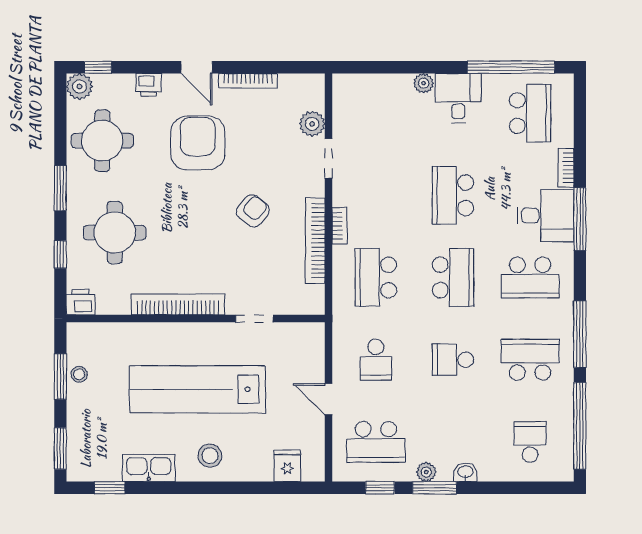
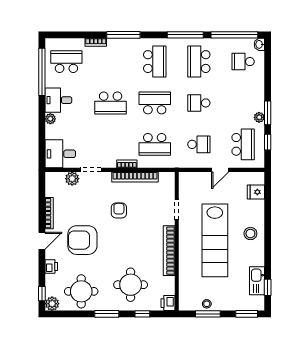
armchair: (253, 211) -> (119, 210), turned 51
desk: (546, 216) -> (60, 154), moved, turned -90
school desk: (453, 360) -> (199, 103), turned 90
kitchen sink: (149, 468) -> (257, 281), moved
washbasin: (465, 472) -> (259, 44), moved

